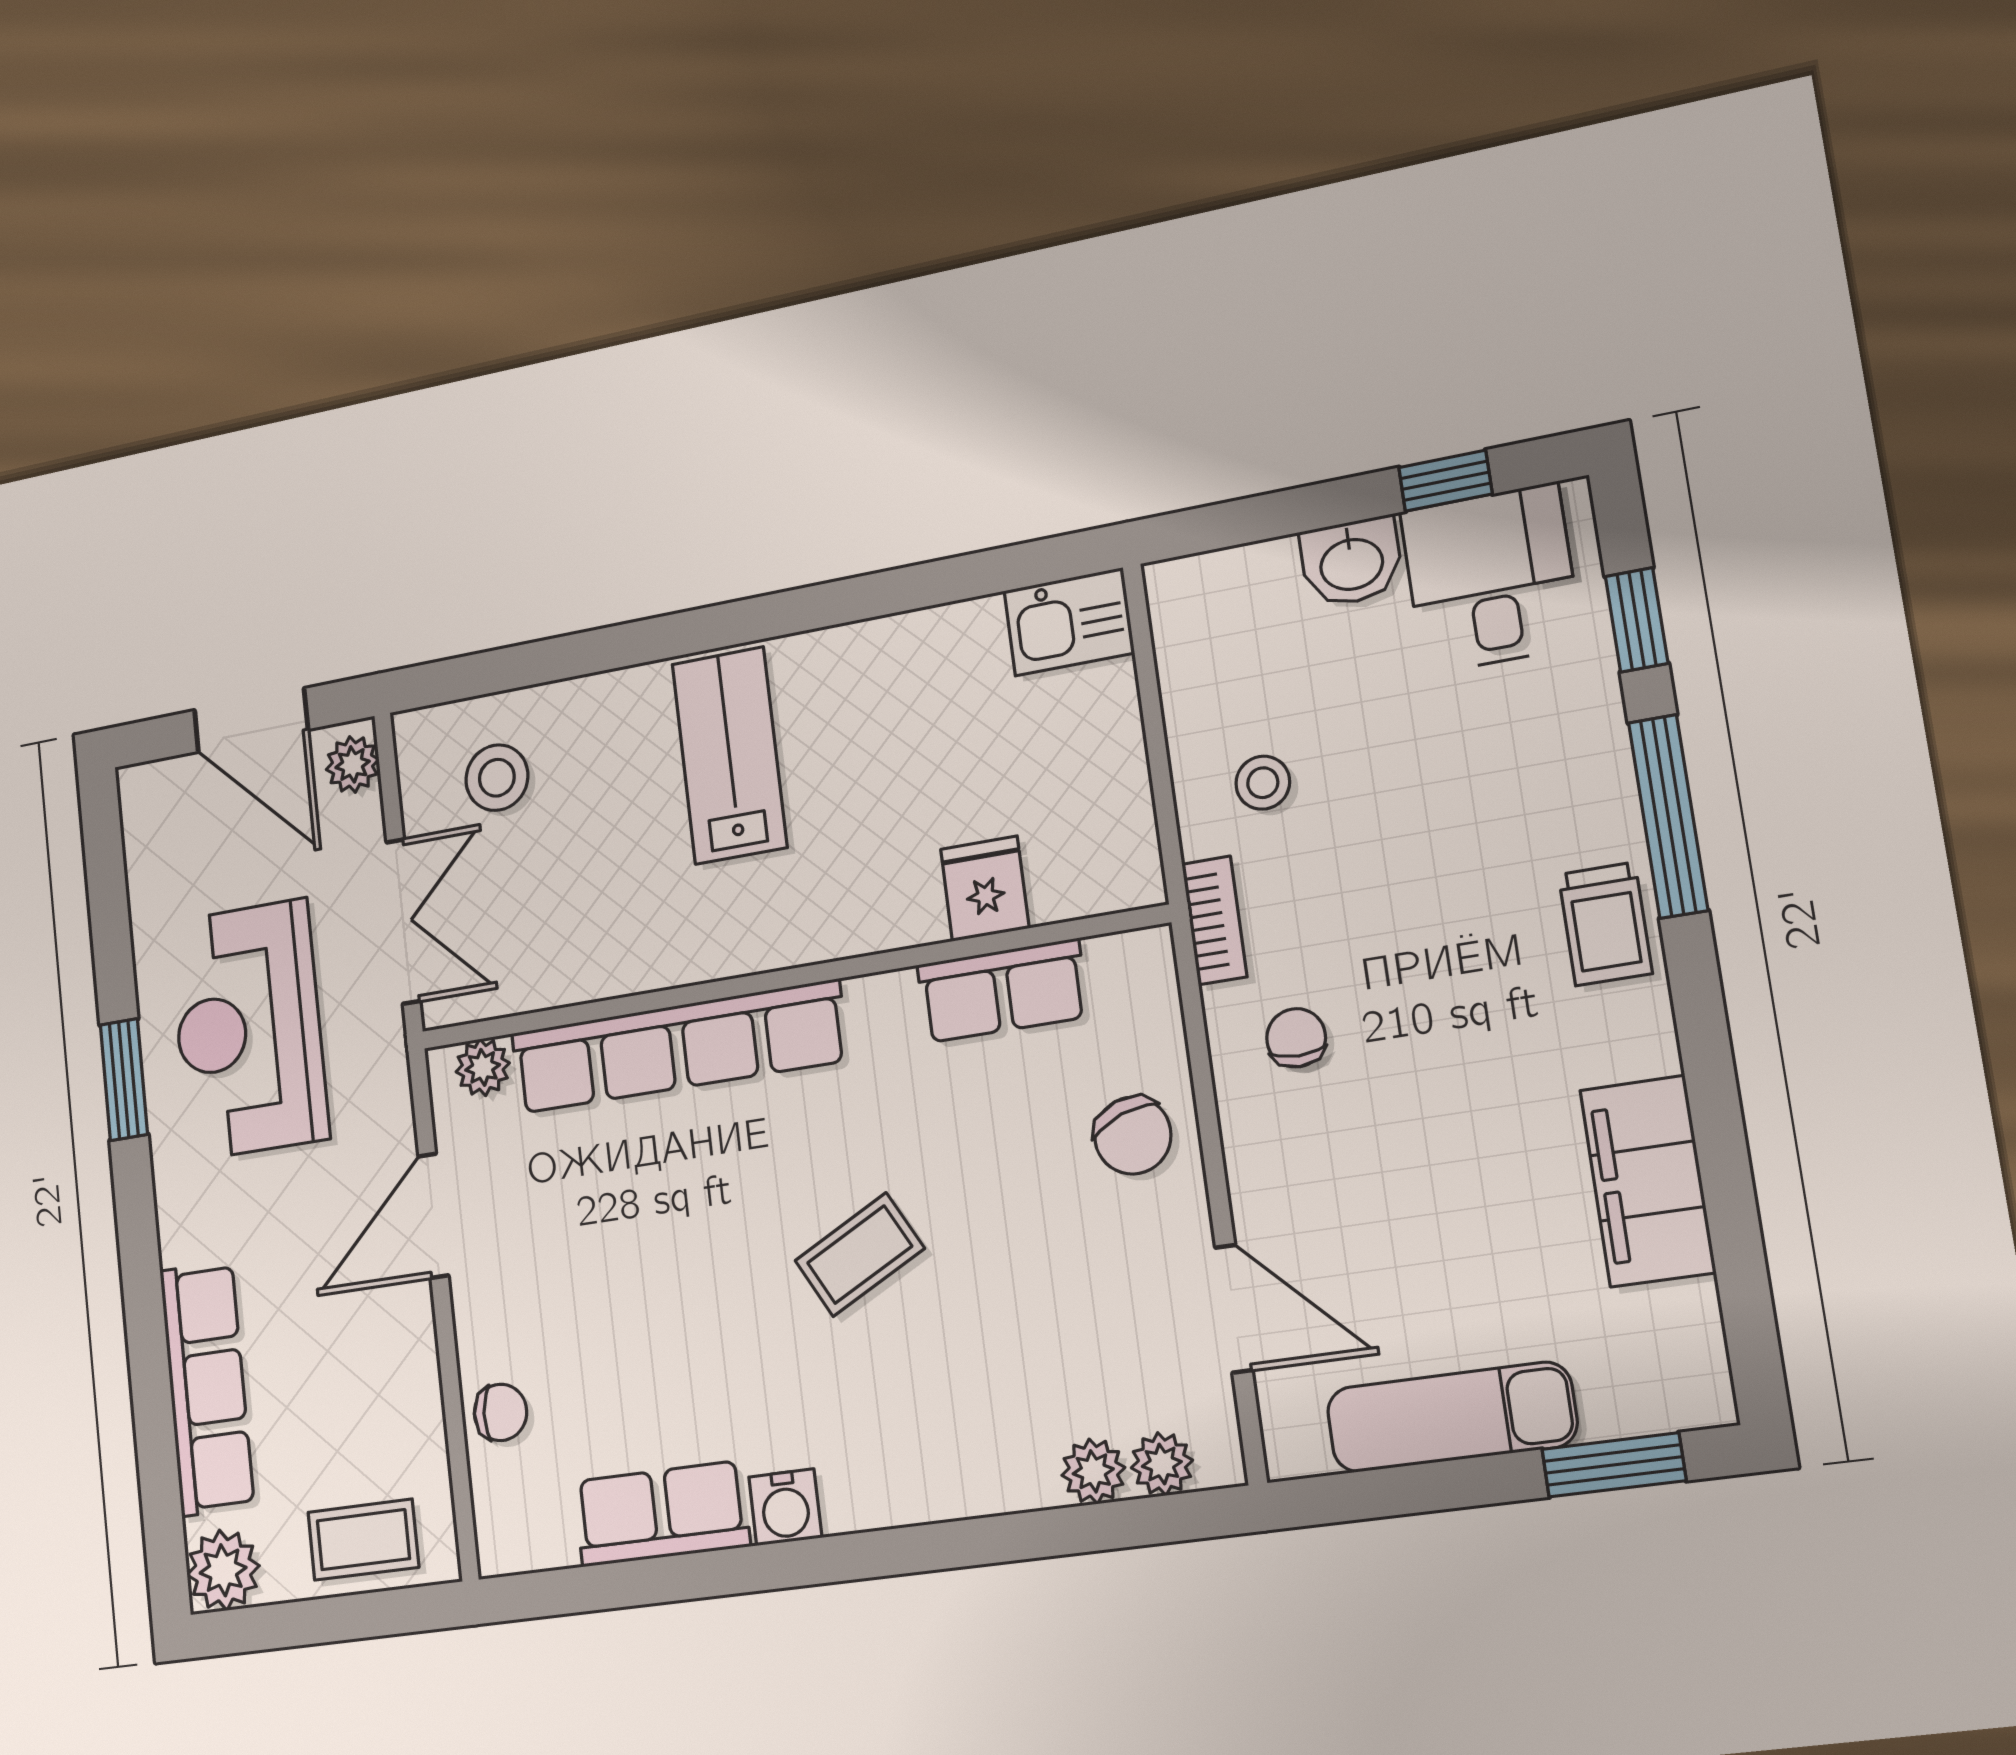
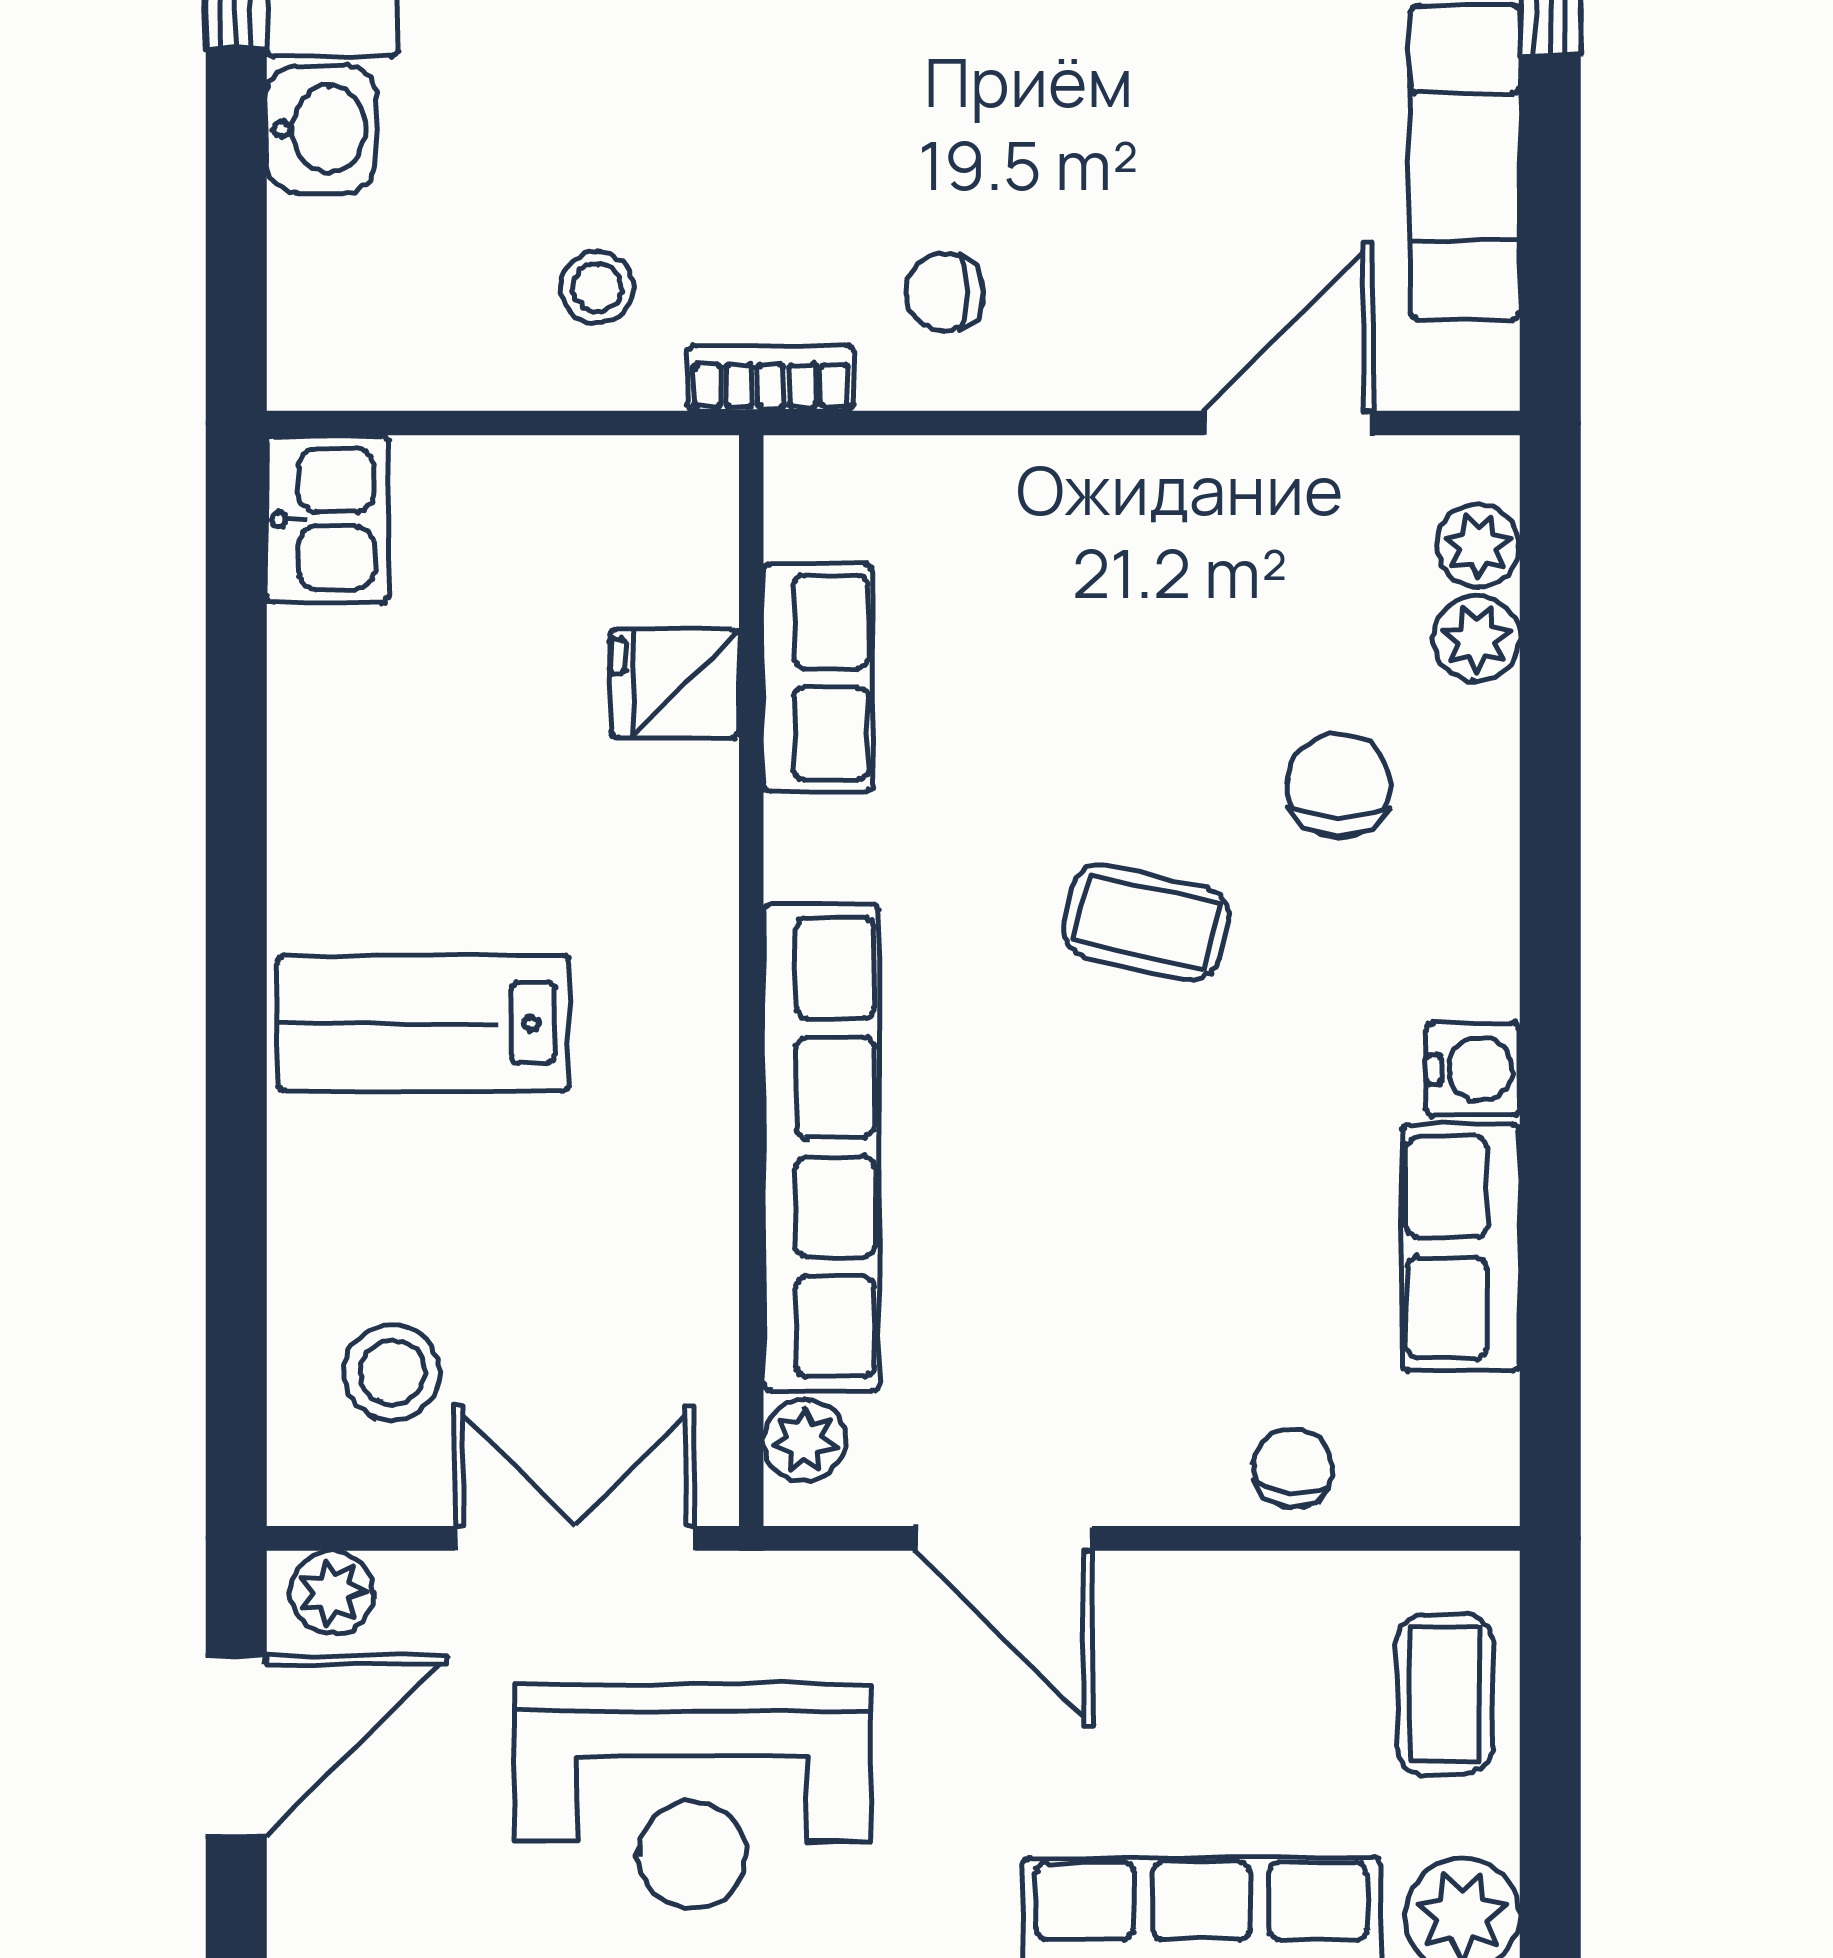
chair: (1133, 1135) -> (1338, 785), moved, turned -70
coffee table: (860, 1255) -> (1146, 922), turned -49

